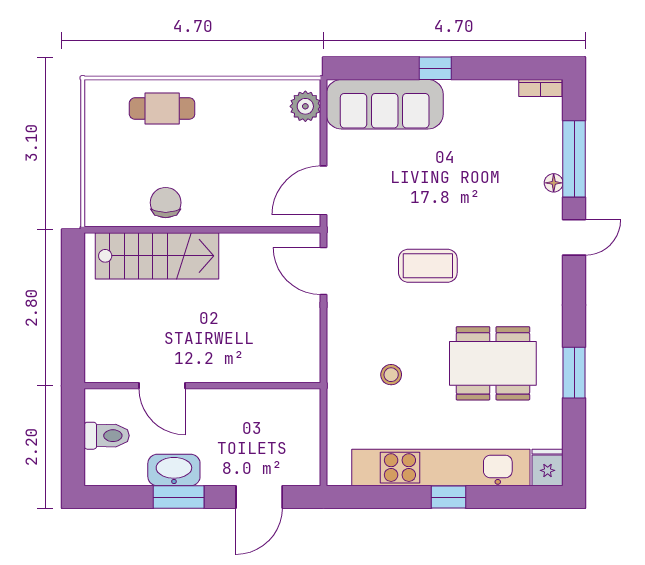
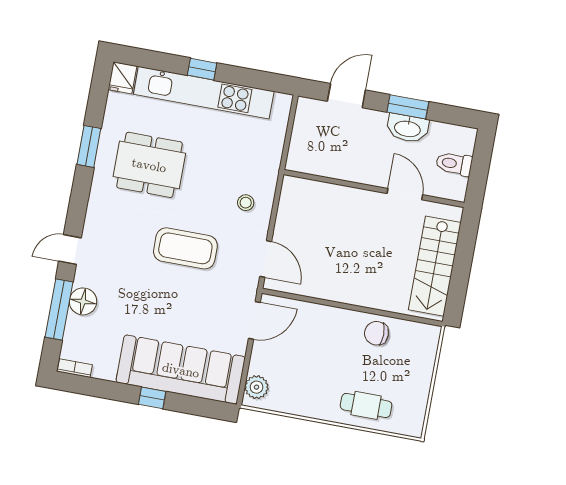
sofa: (385, 104) -> (181, 370), width x1.36, depth x1.27
floor lamp: (554, 183) -> (83, 301), width x1.89, depth x1.89
chair: (166, 203) -> (376, 333), turned 90
stairs: (157, 256) -> (435, 266), moved, turned -90
coffee table: (428, 266) -> (185, 248), width x1.36, depth x1.32
stool: (391, 375) -> (246, 203), moved

